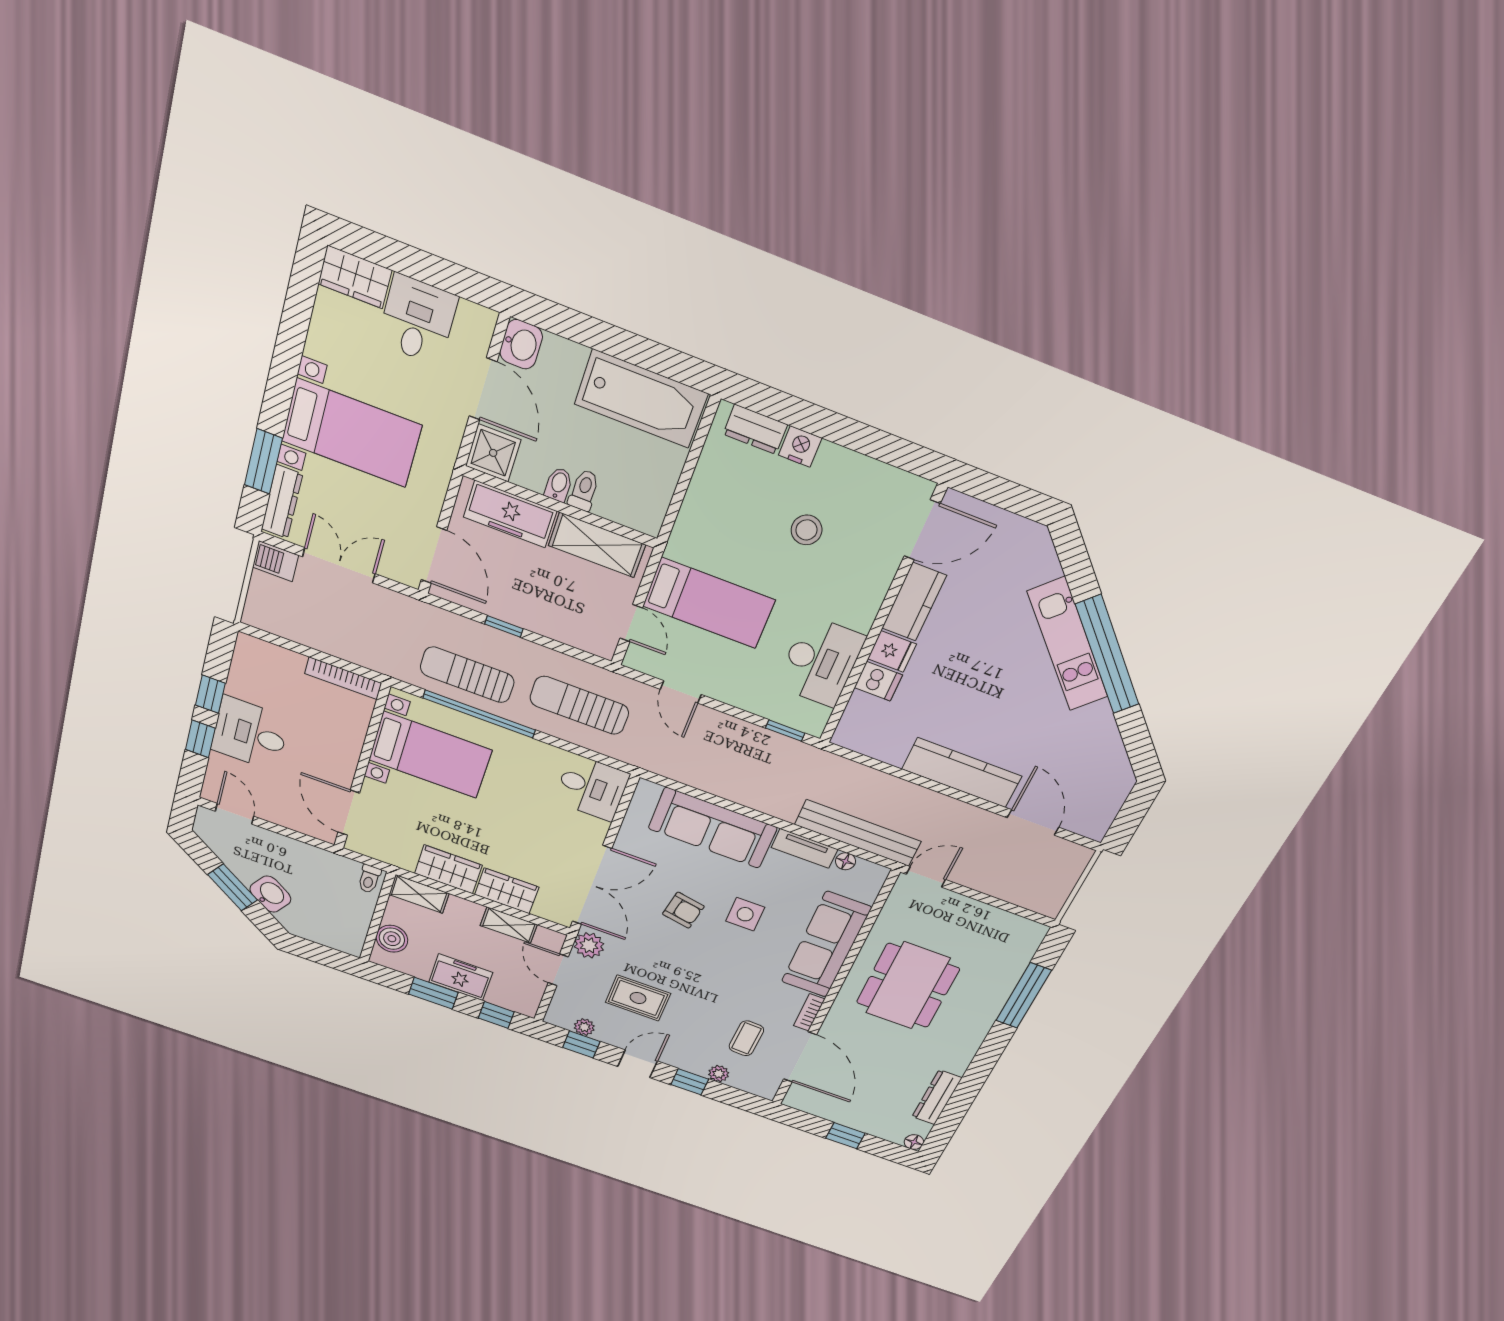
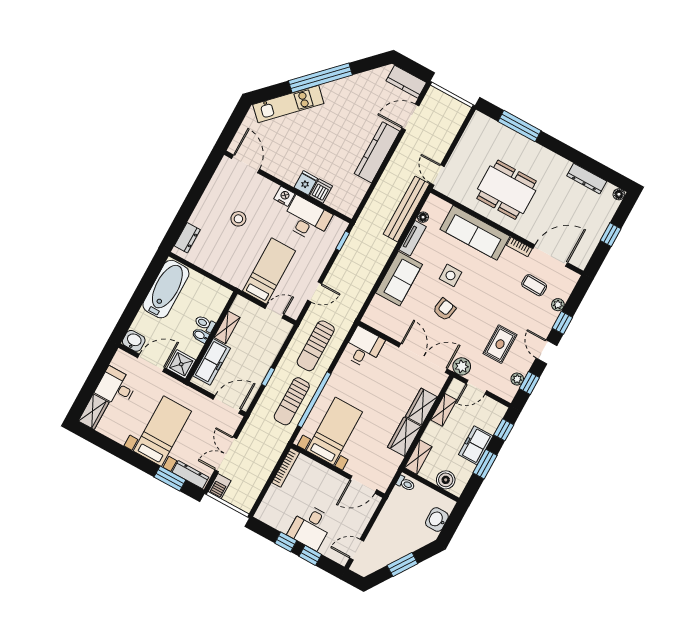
nightstand: (800, 447) -> (284, 196), moved, turned 90
shelving: (597, 545) -> (227, 327), width x0.67, depth x0.75
kitchen counter: (914, 602) -> (406, 82), moved, turned 180
kitchen unit: (1068, 645) -> (288, 104), moved
sofa: (713, 828) -> (399, 279), width x0.73
washbasin: (270, 894) -> (437, 520), moved, turned -34

